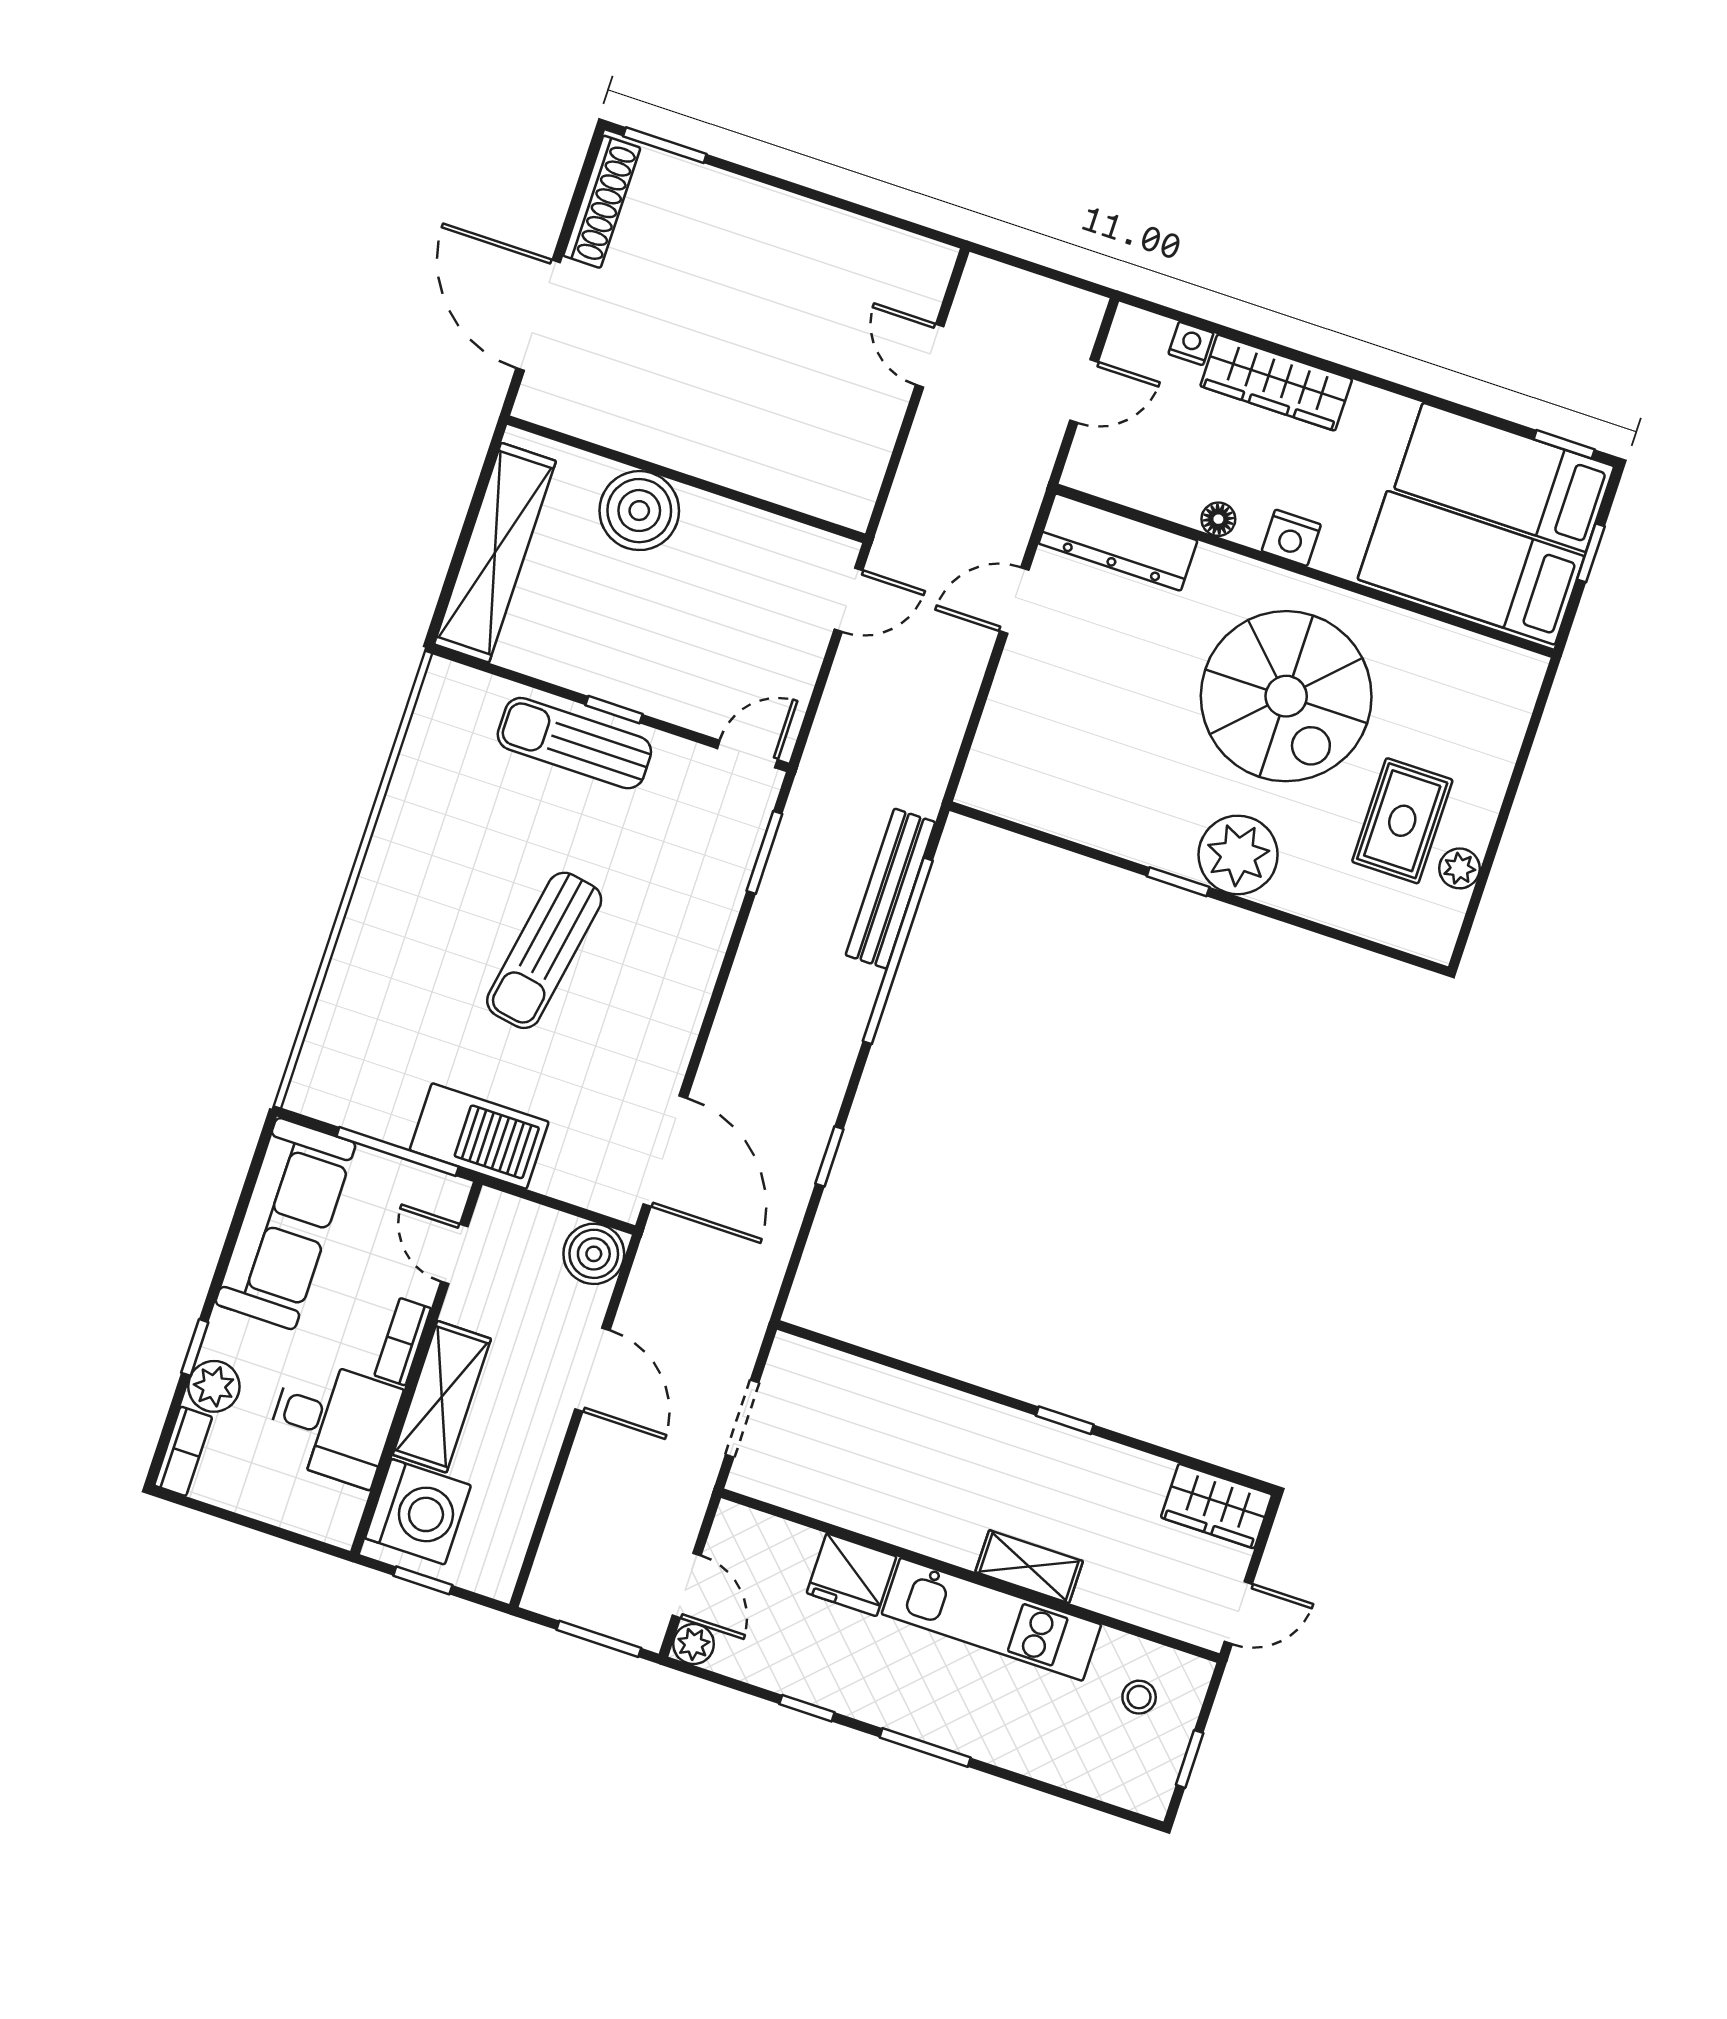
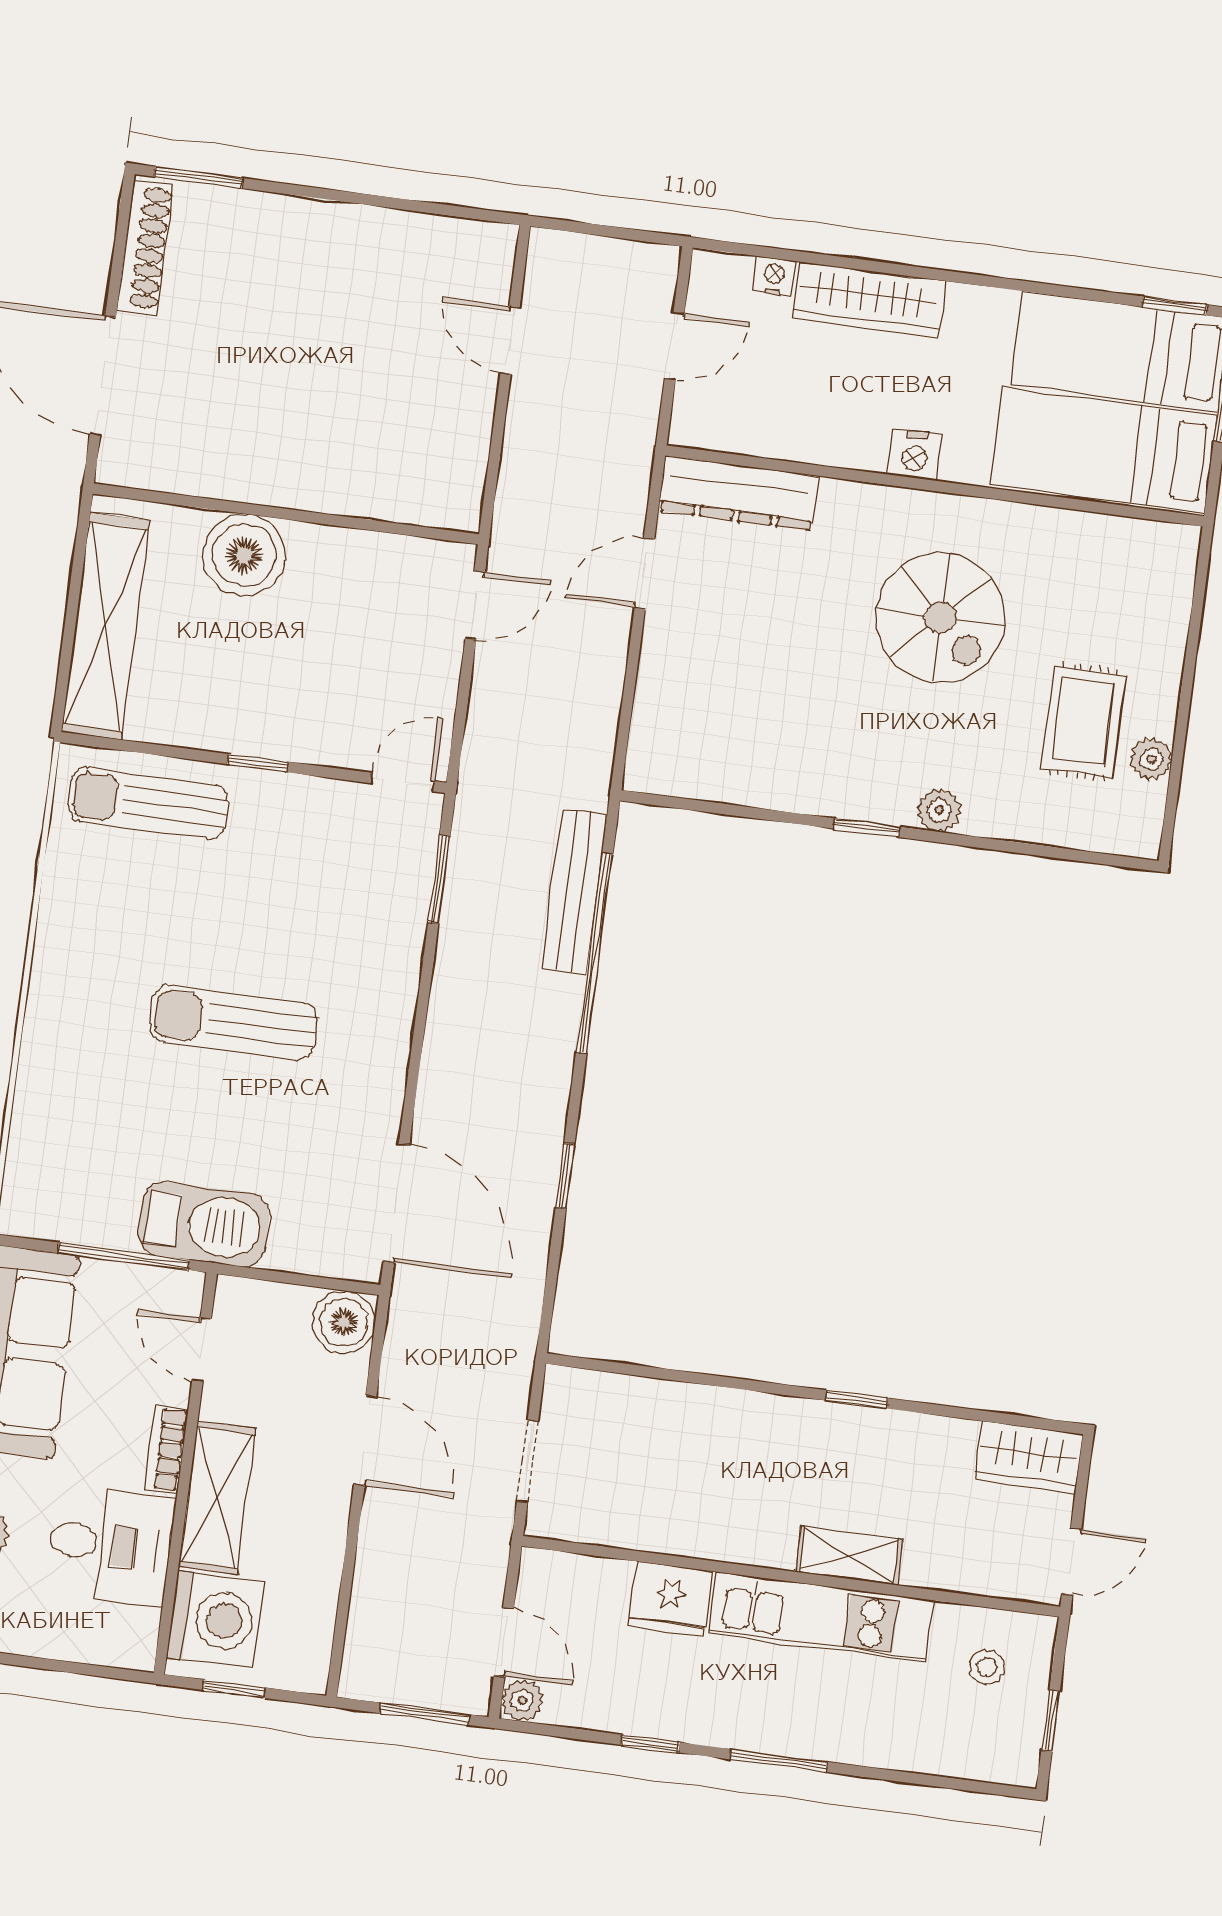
floor lamp: (1218, 519) -> (837, 450), removed
spiral stairs: (1286, 696) -> (941, 617), width x0.73, depth x0.73
sun lounger: (574, 743) -> (148, 803), moved
plant: (1238, 855) -> (939, 810), width x0.53, depth x0.53
sun lounger: (544, 950) -> (234, 1022), turned 80

